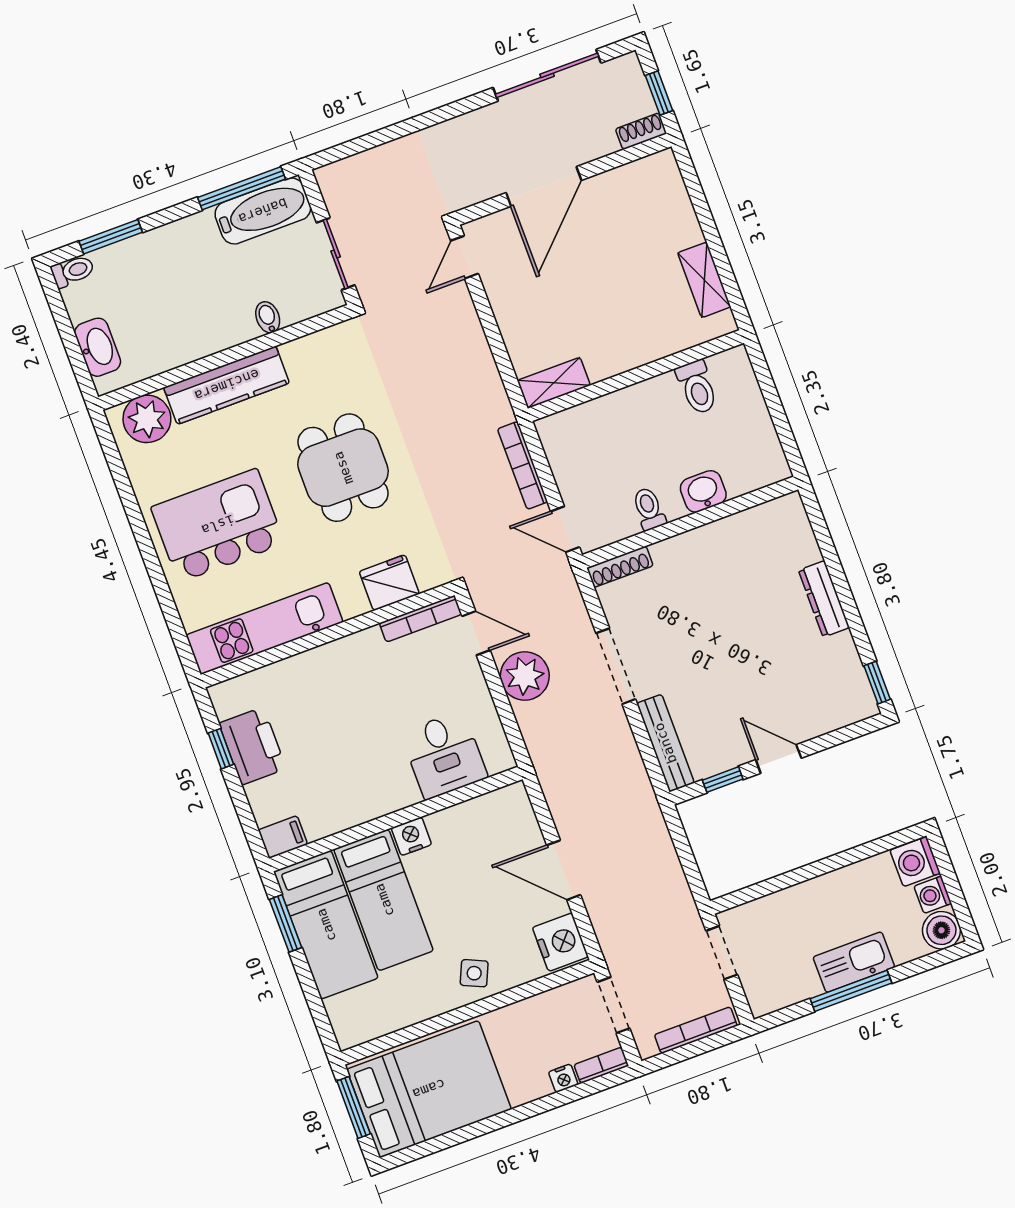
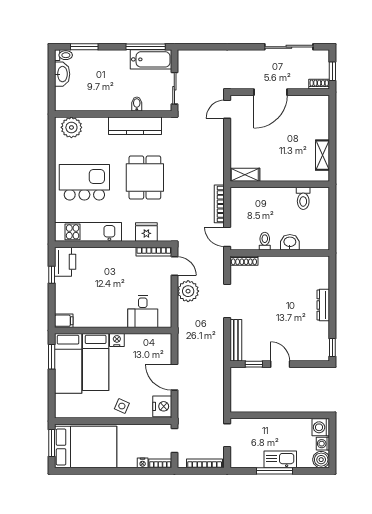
washbasin: (98, 347) -> (62, 74), moved
kitchen counter: (227, 385) -> (135, 126), moved
printer: (253, 746) -> (65, 262), moved

